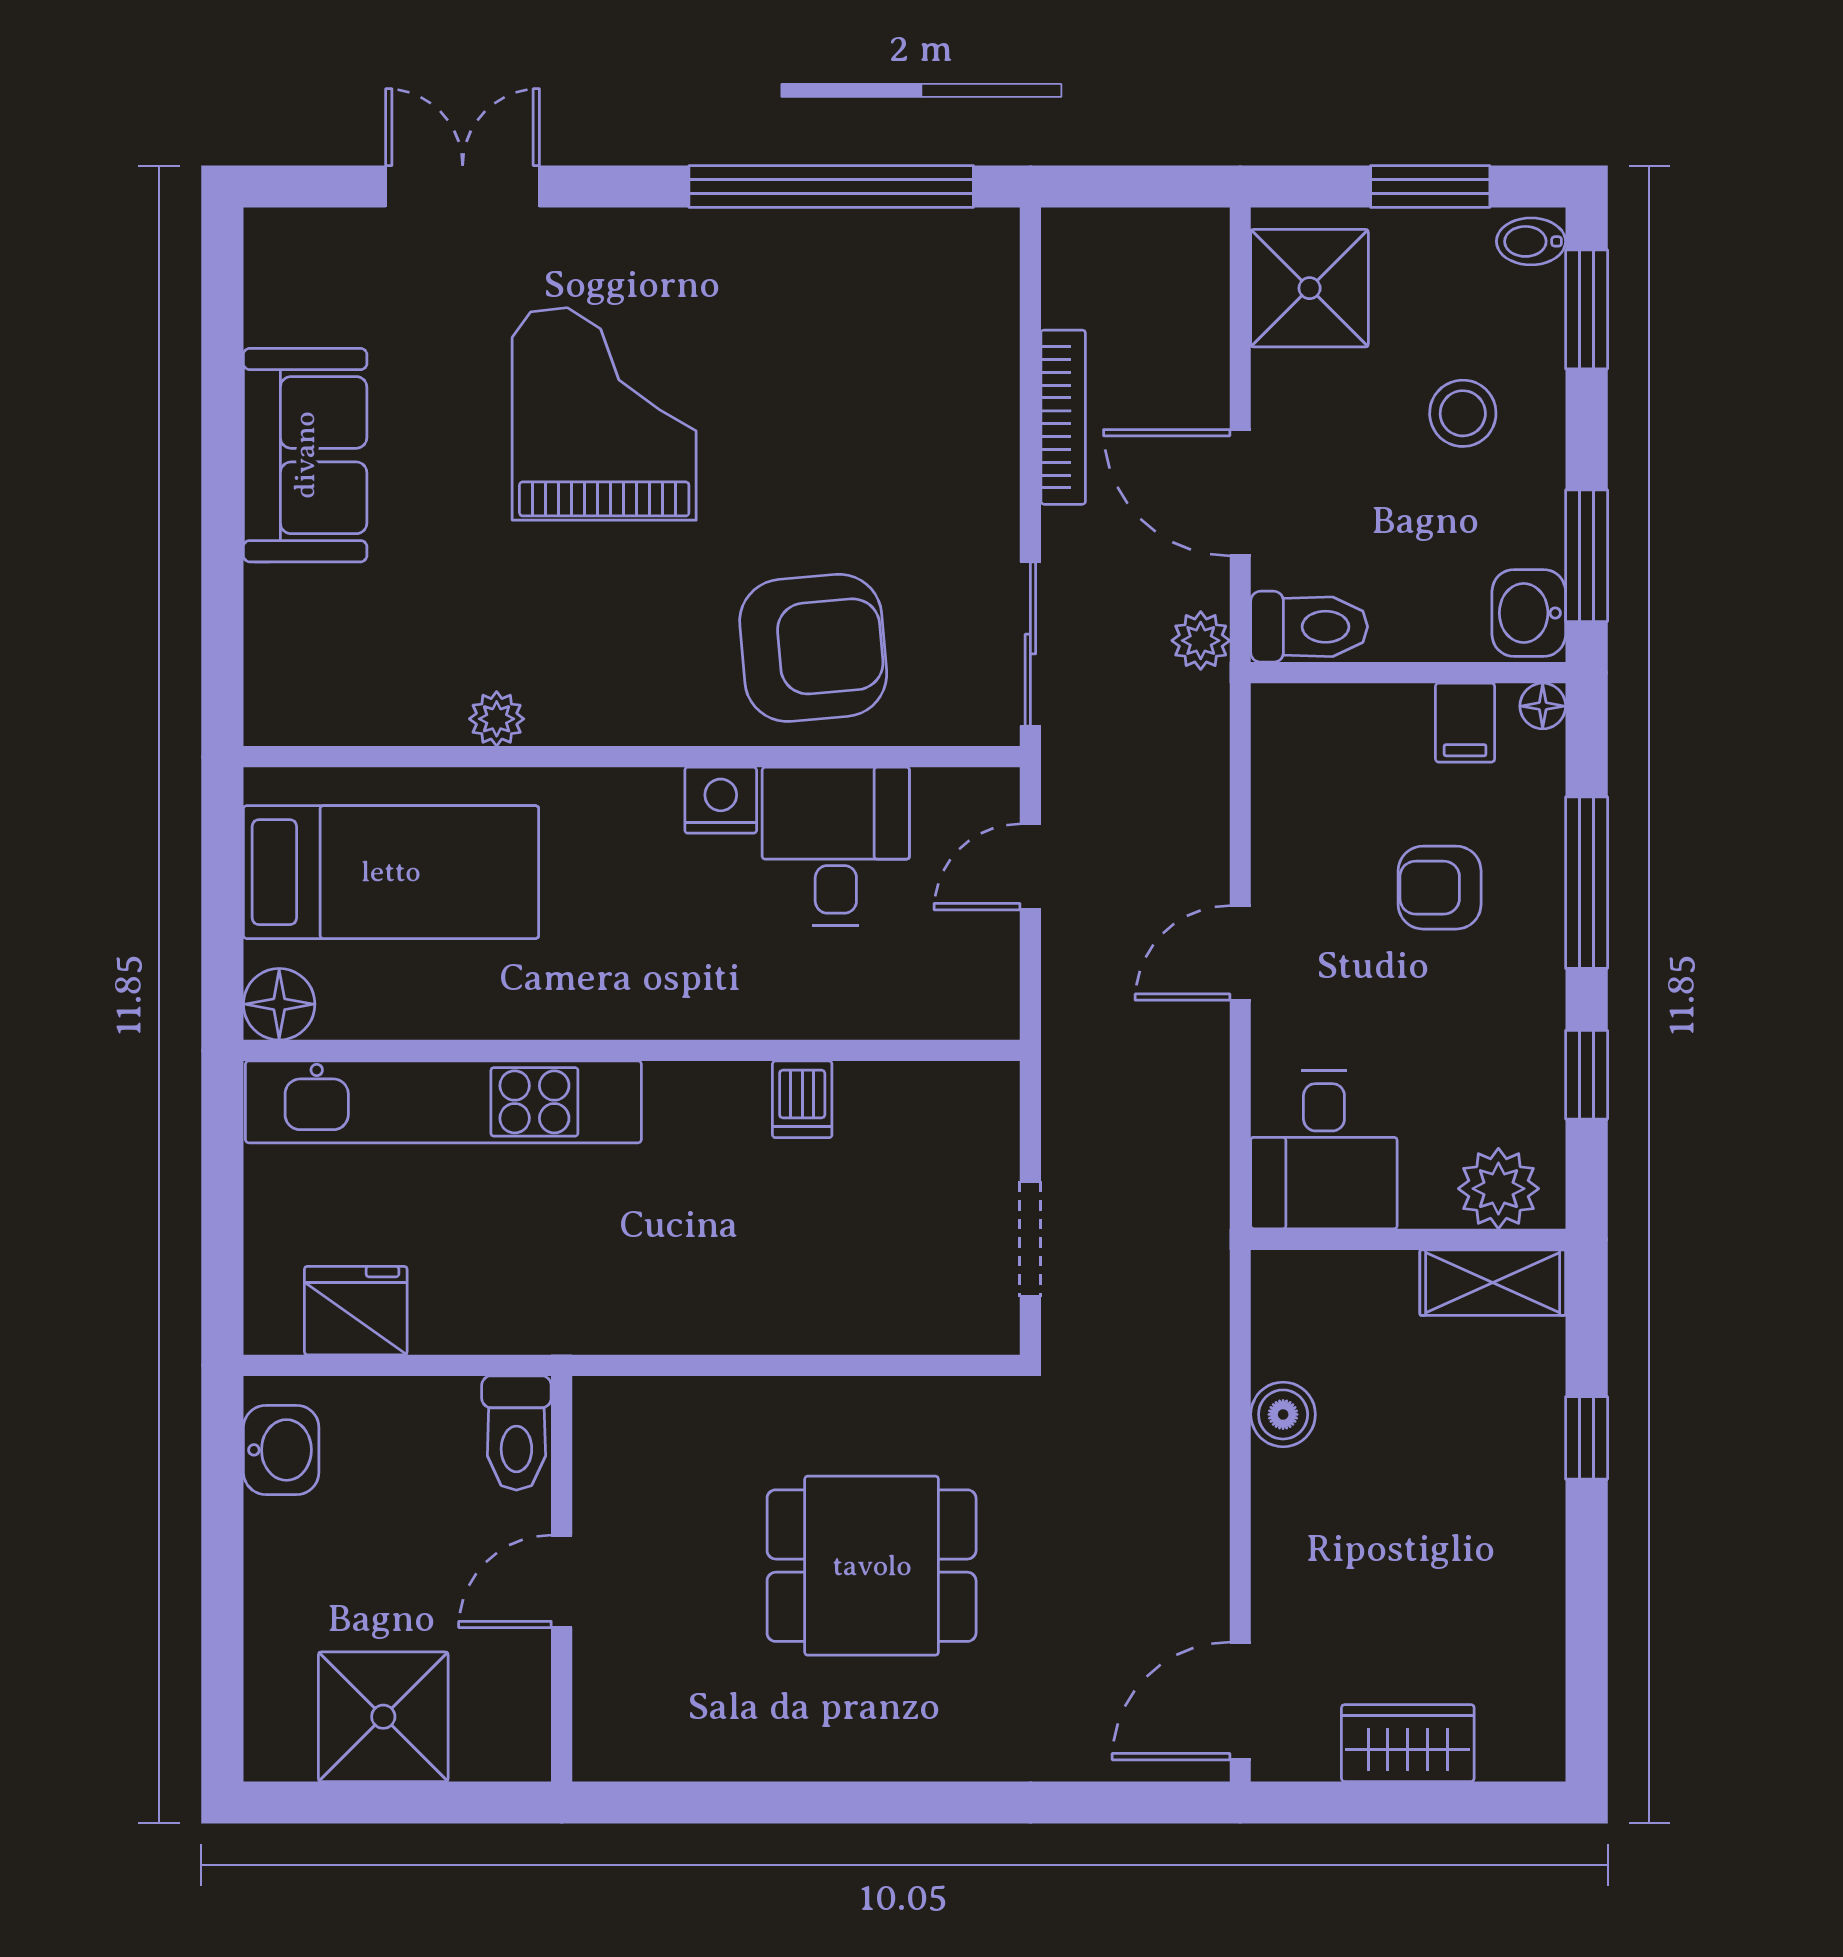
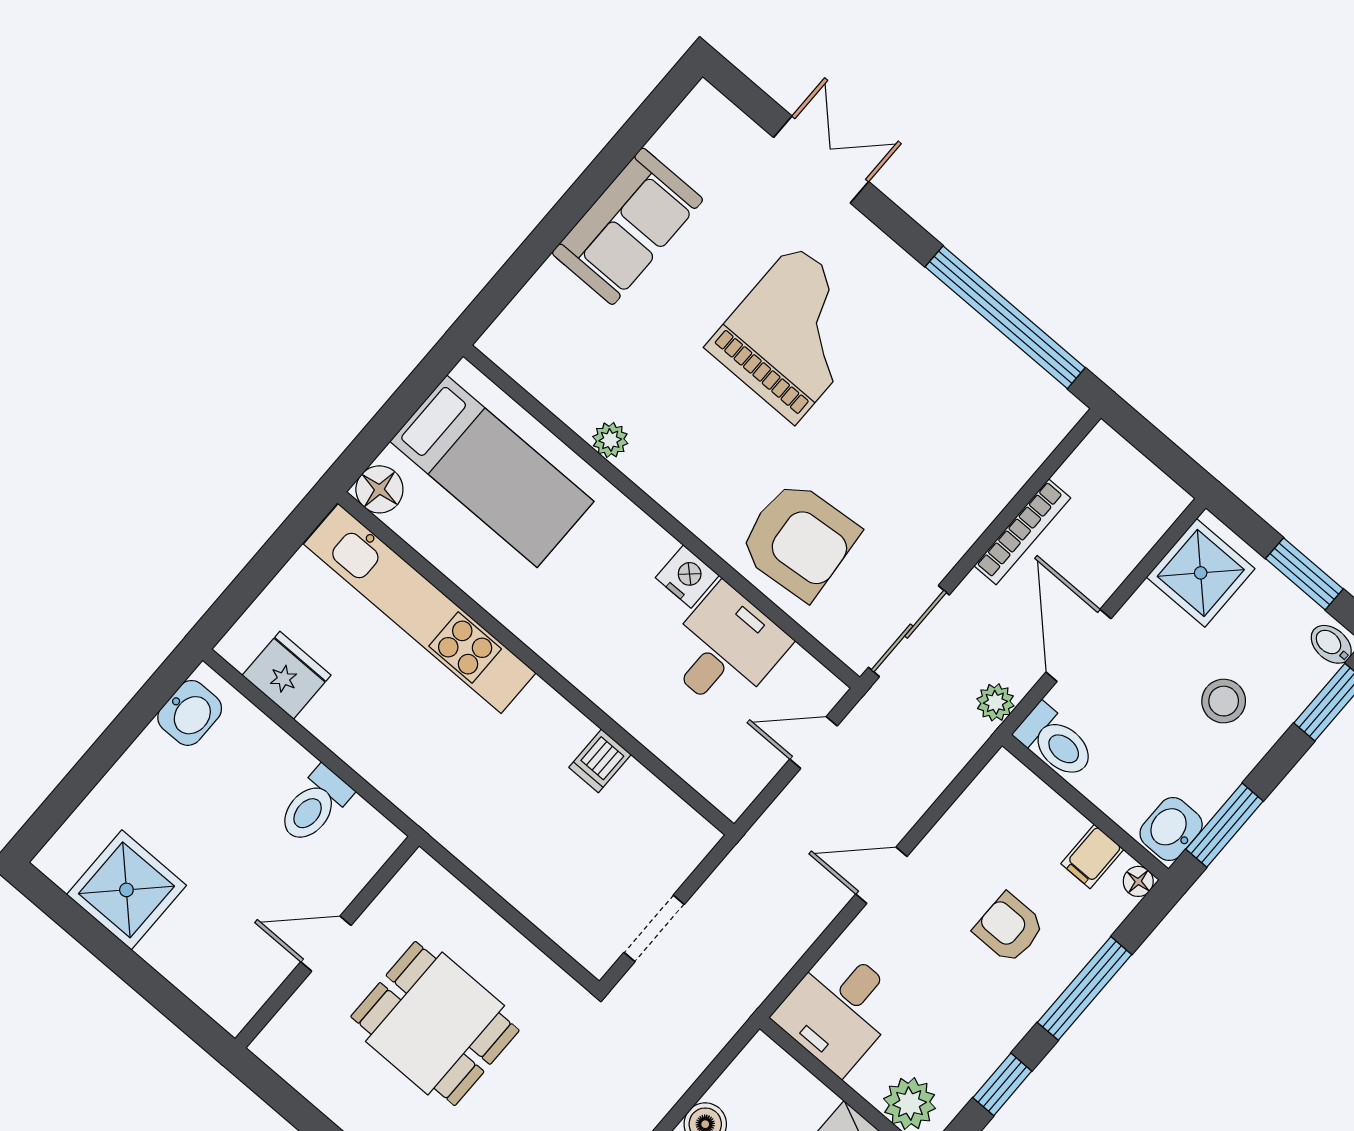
wall: (562, 1579) -> (327, 942), moved
door: (562, 1581) -> (326, 944), moved

